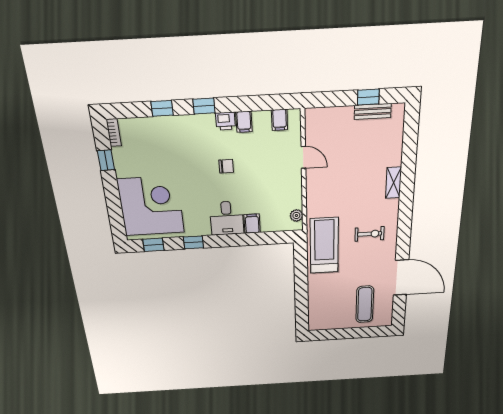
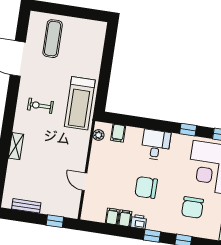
window: (368, 97) -> (55, 221), moved
filing cabinet: (280, 120) -> (112, 216), moved
chair: (163, 154) -> (192, 207), added
chair: (226, 166) -> (146, 187), width x1.87, depth x1.87
filing cabinet: (252, 224) -> (118, 133), moved

